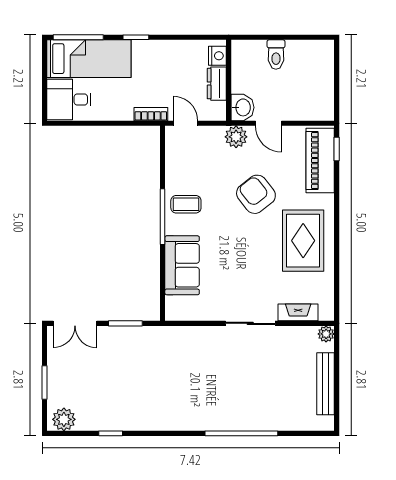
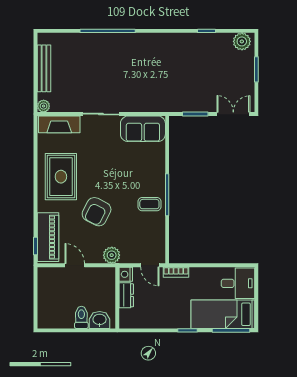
nightstand: (217, 56) -> (126, 274), moved
washbasin: (242, 107) -> (100, 320), moved, turned 90
door: (268, 123) -> (75, 265), moved
armchair: (256, 194) -> (97, 212), turned 65
sofa: (182, 265) -> (143, 129), moved, turned -90
fireplace: (298, 312) -> (59, 124), width x1.37, depth x1.32

